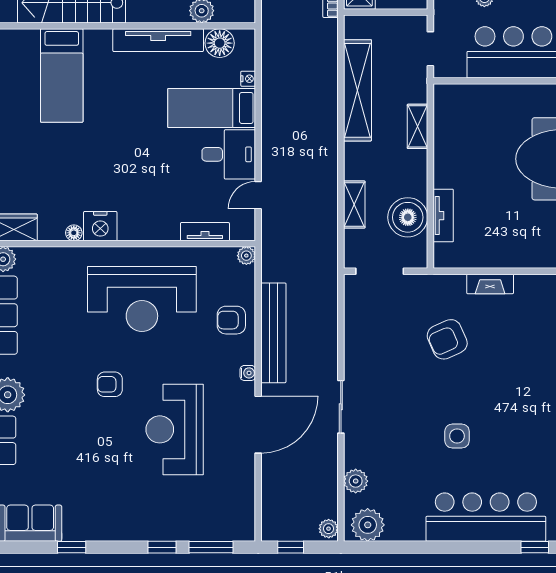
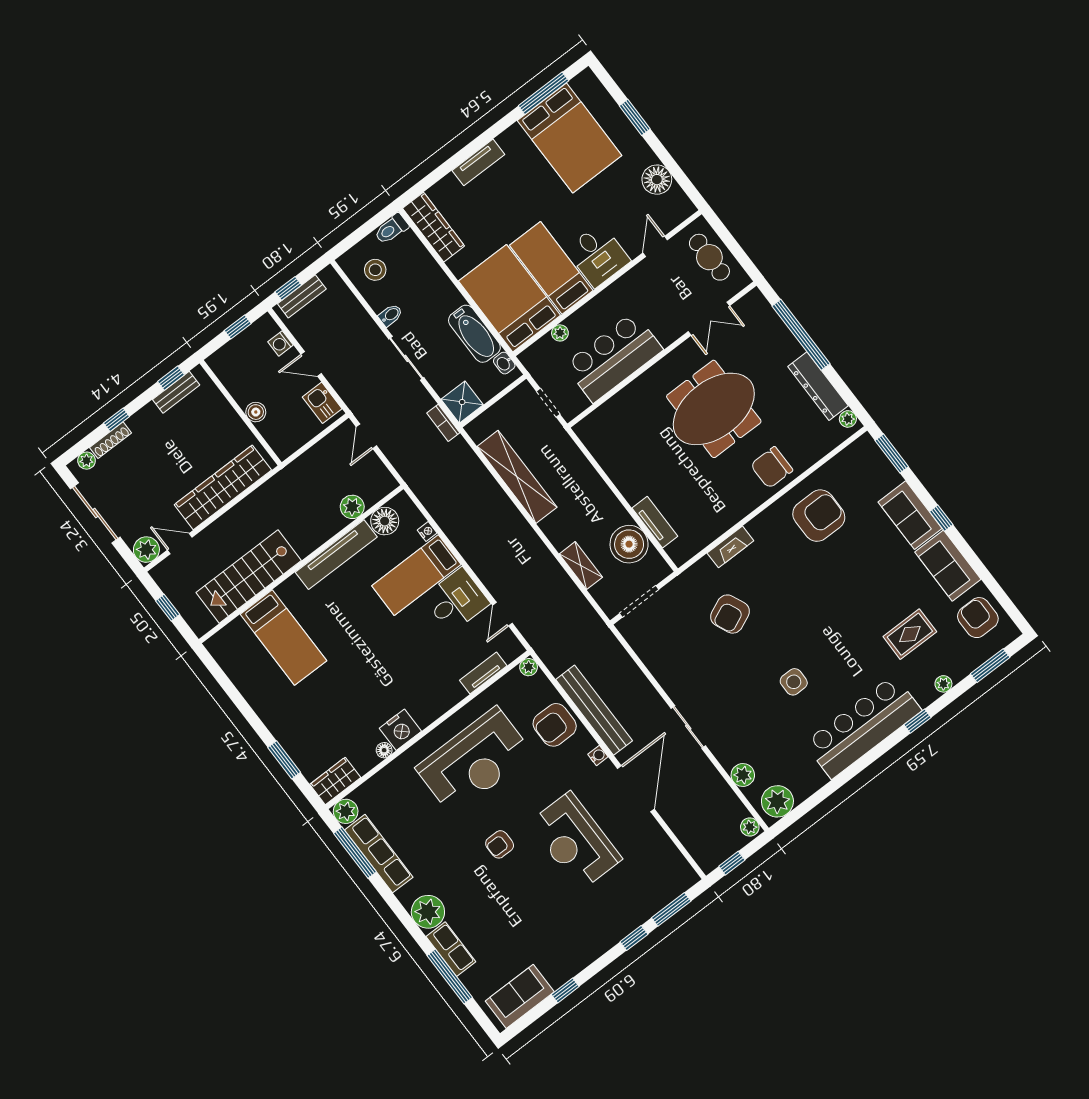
shelving: (417, 126) -> (584, 469), removed
armchair: (231, 320) -> (555, 725), width x1.38, depth x1.38

